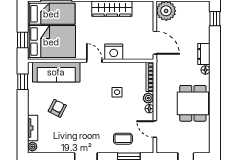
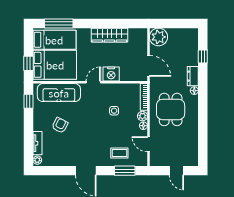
window: (215, 19) -> (203, 57), moved
door: (94, 61) -> (93, 82), hinge flipped
dining table: (193, 103) -> (171, 109), moved

